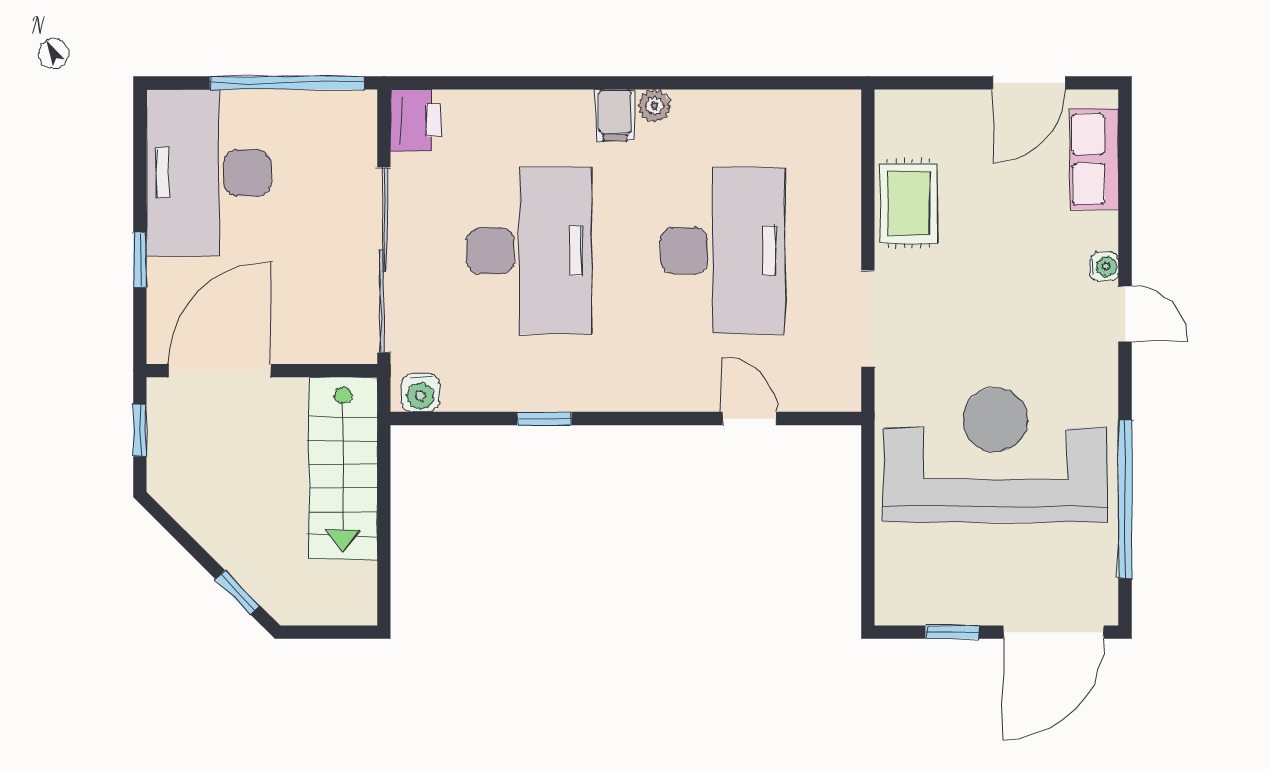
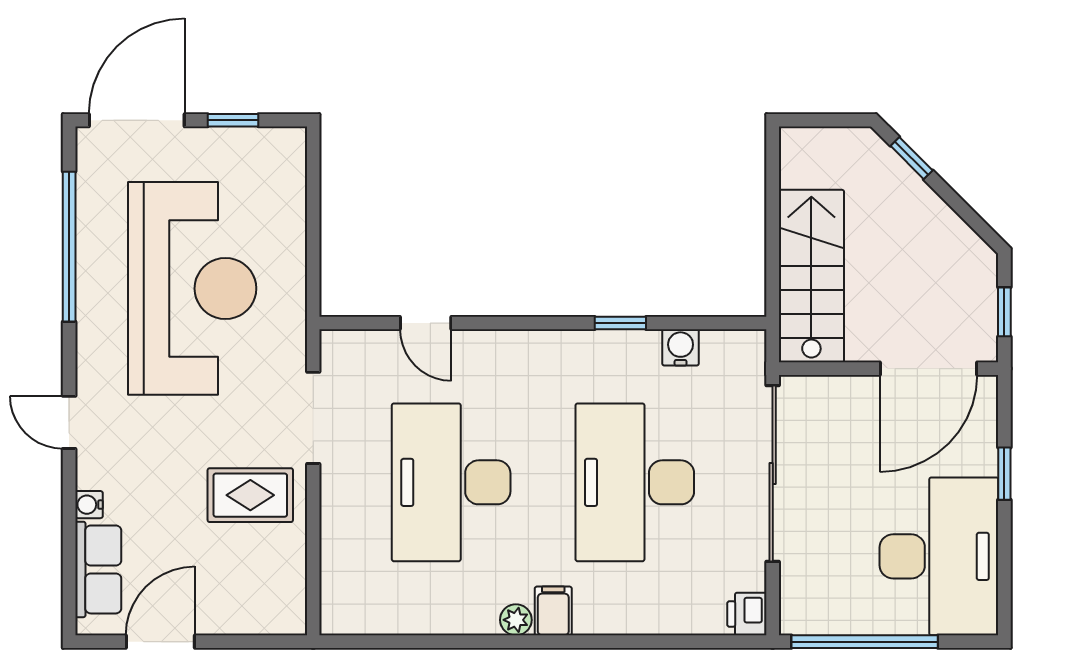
printer: (416, 120) -> (747, 614), width x0.73, depth x0.81
rug: (909, 203) -> (250, 495), moved, turned 90
water cooler: (1104, 266) -> (89, 505), moved
water cooler: (421, 393) -> (681, 347), moved
reception desk: (995, 455) -> (192, 288), turned -90

